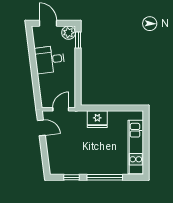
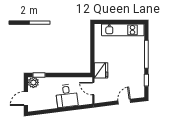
desk: (50, 59) -> (67, 96), moved
fridge: (97, 119) -> (101, 70), moved
door: (41, 128) -> (124, 102), moved

